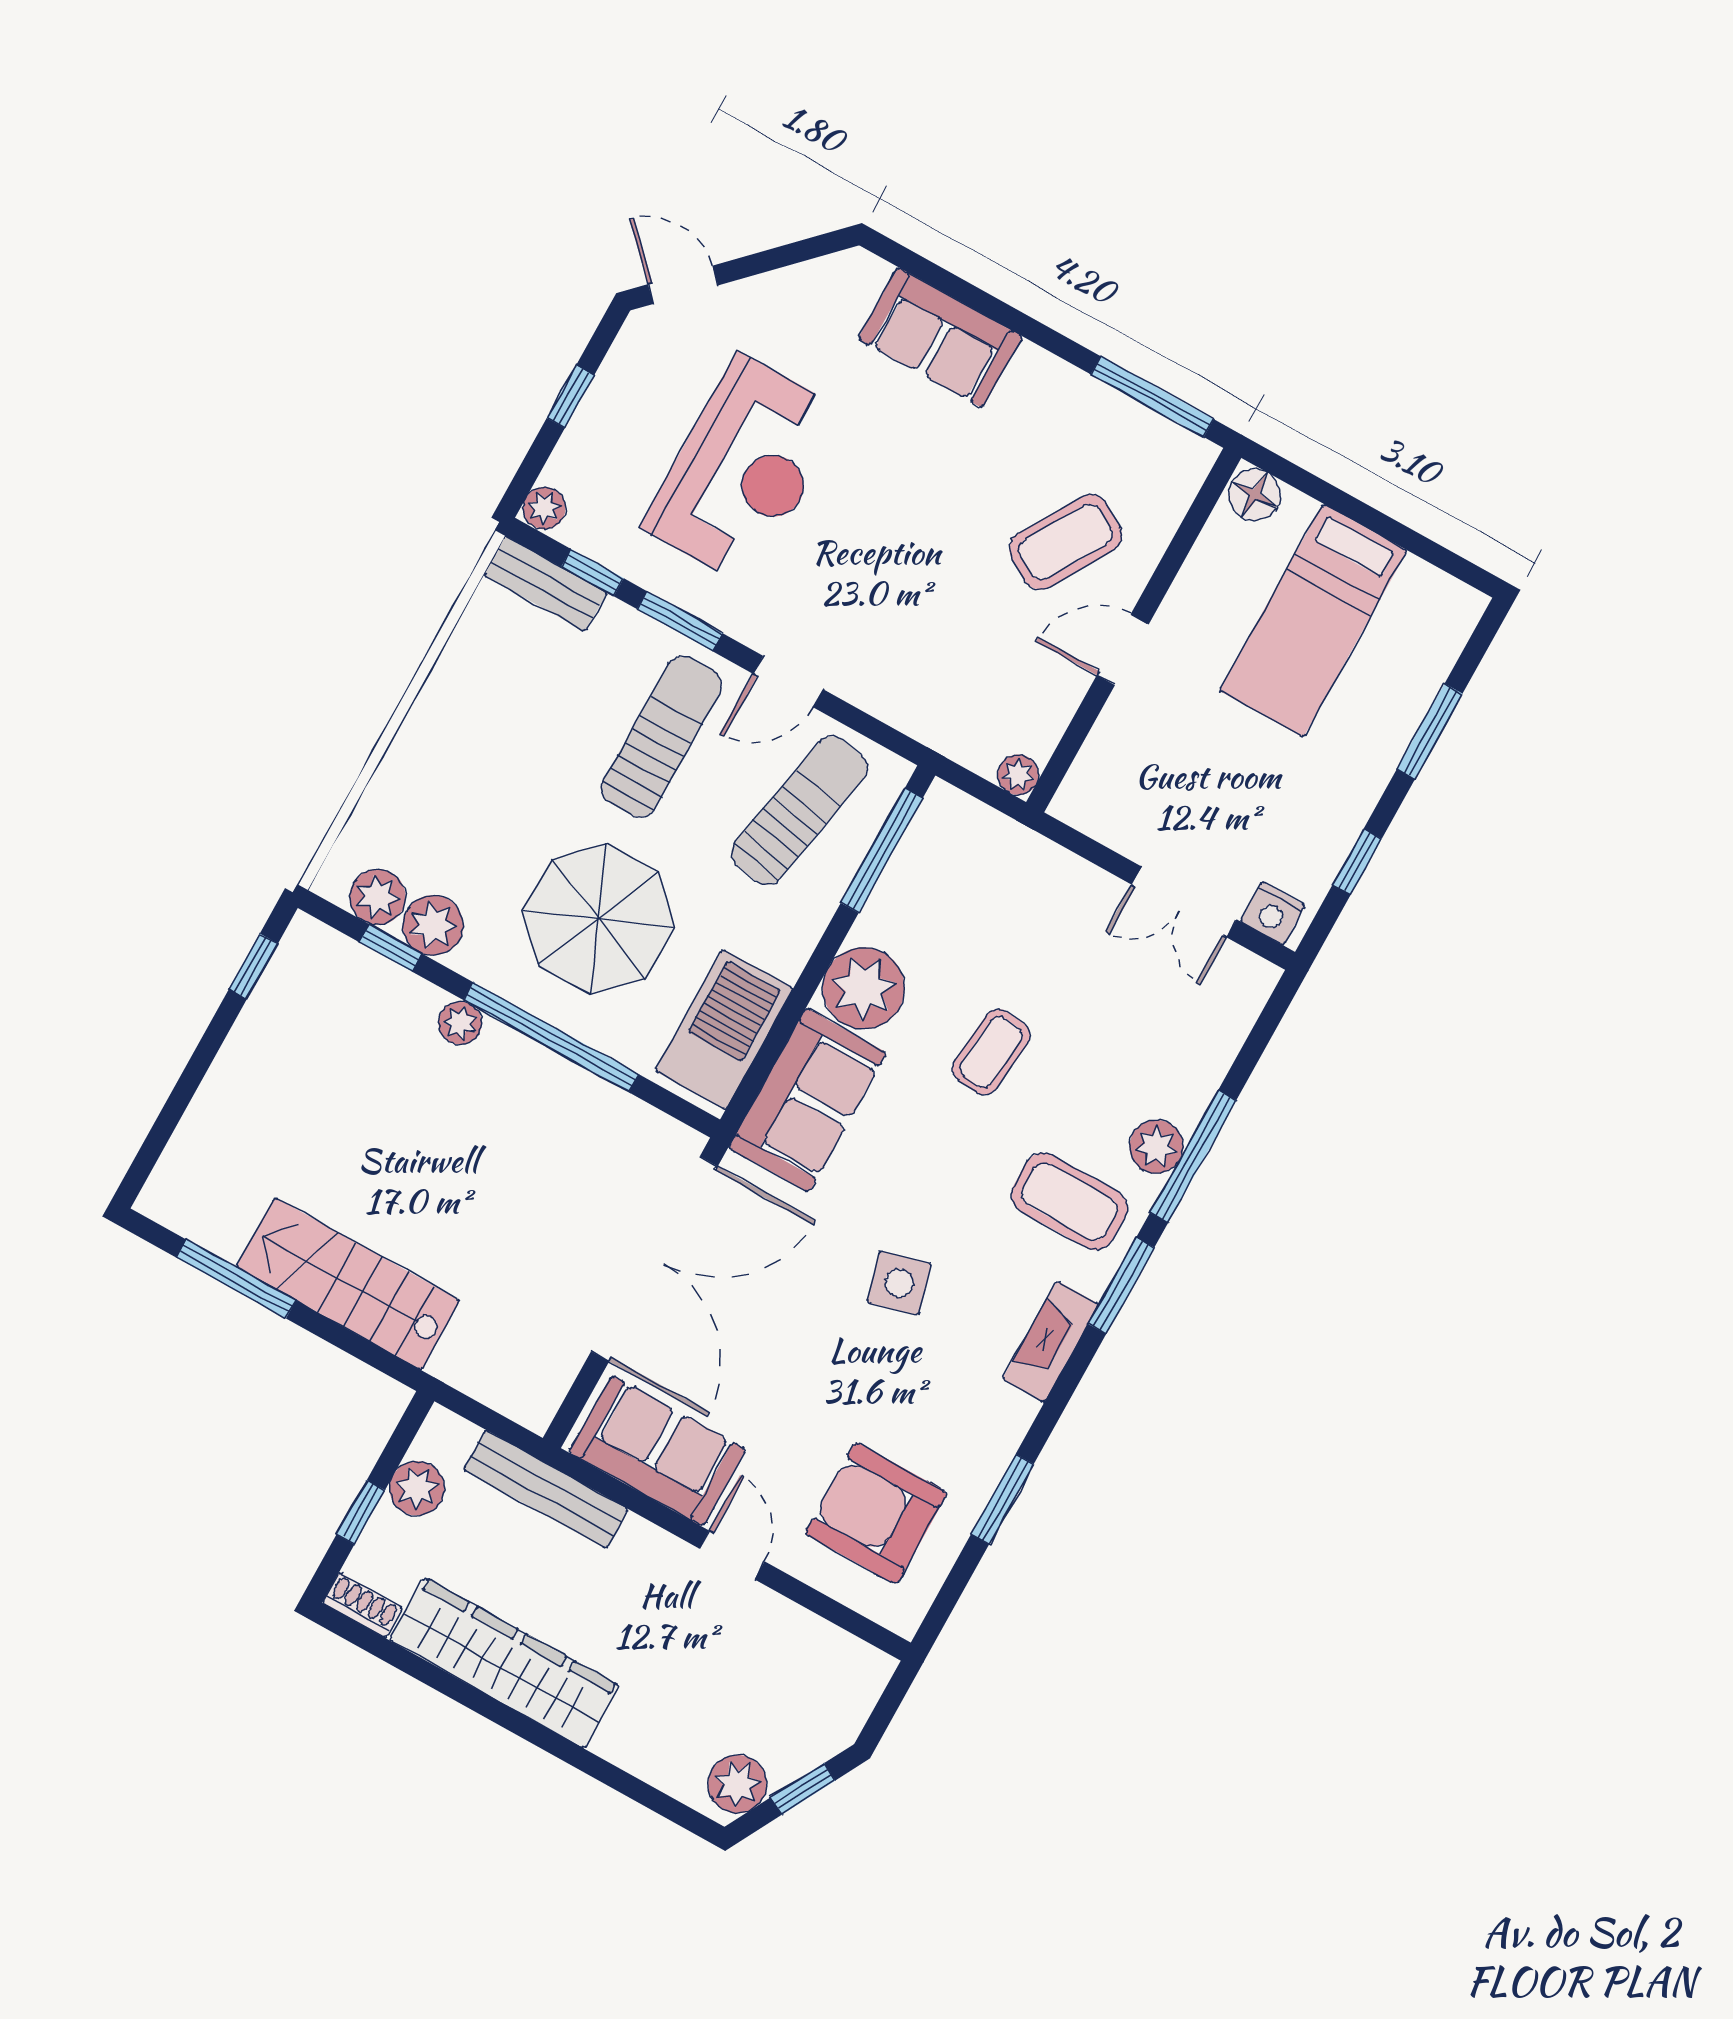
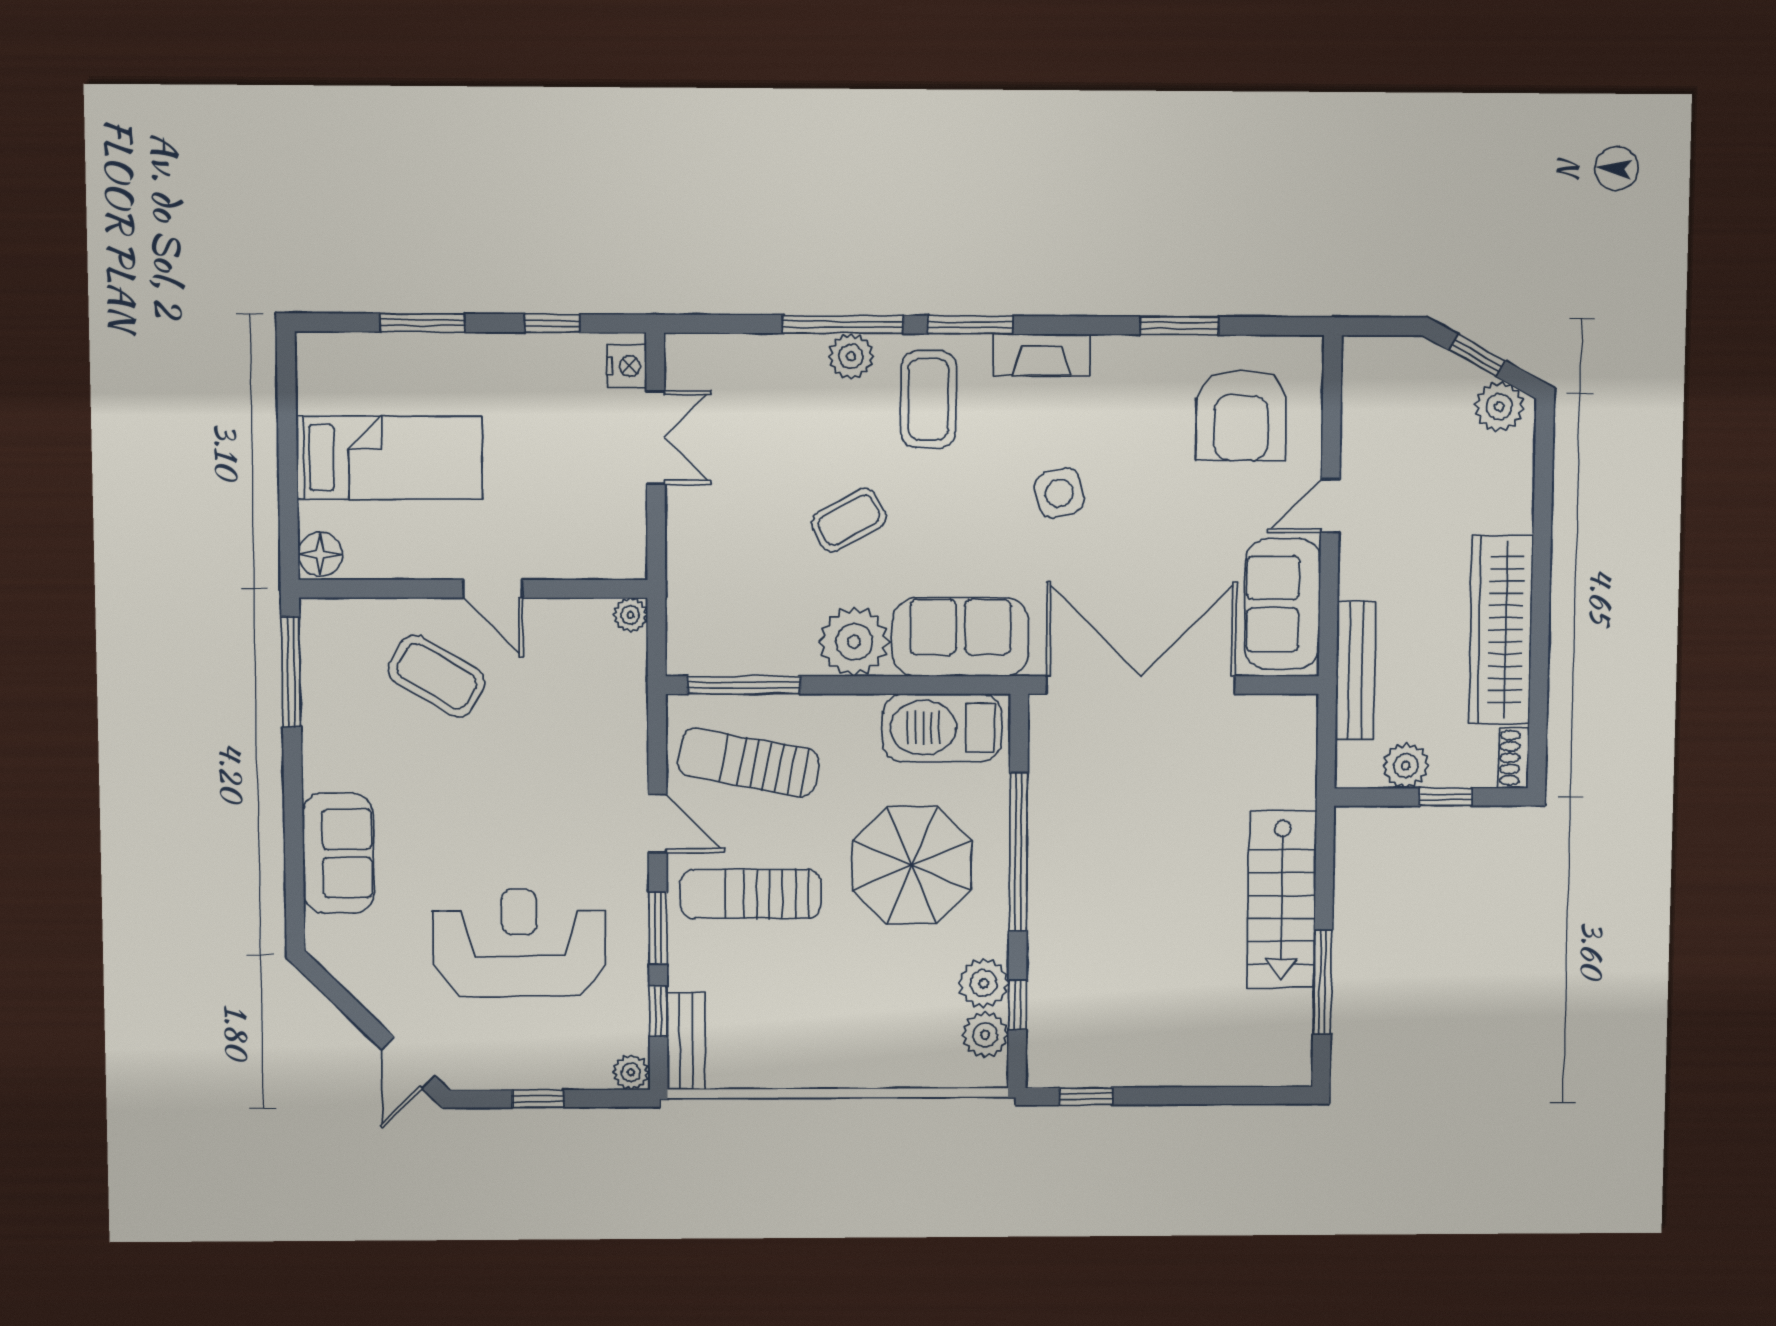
plant: (460, 1023) -> (1045, 924), removed
coffee table: (991, 1052) -> (849, 520), turned -35

